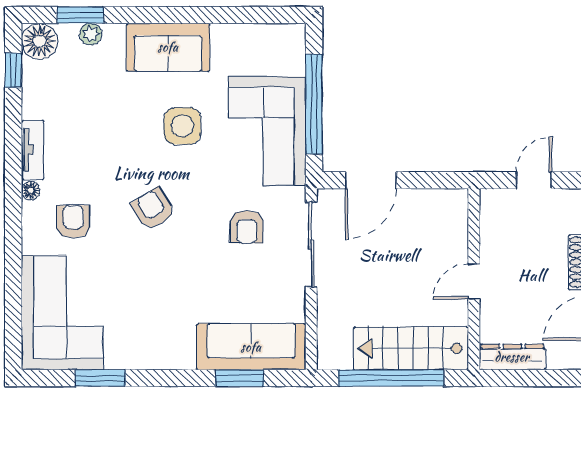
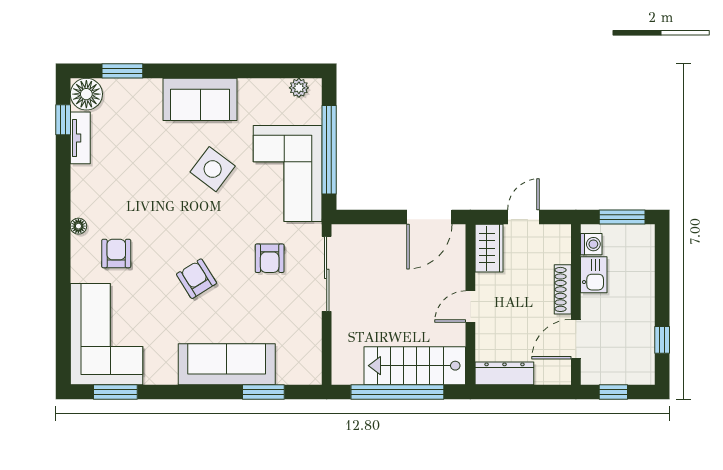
plant: (91, 34) -> (299, 88), moved
side table: (182, 126) -> (213, 169), turned 37
tv unit: (33, 150) -> (80, 138), moved
door: (371, 180) -> (429, 217), moved
armchair: (153, 209) -> (197, 279), moved
wardrobe: (495, 215) -> (489, 248), added
sofa: (251, 347) -> (227, 364), moved
window: (100, 378) -> (115, 392), moved

